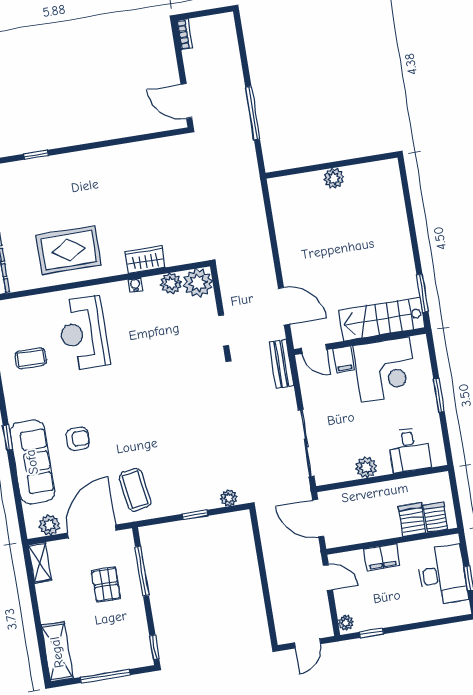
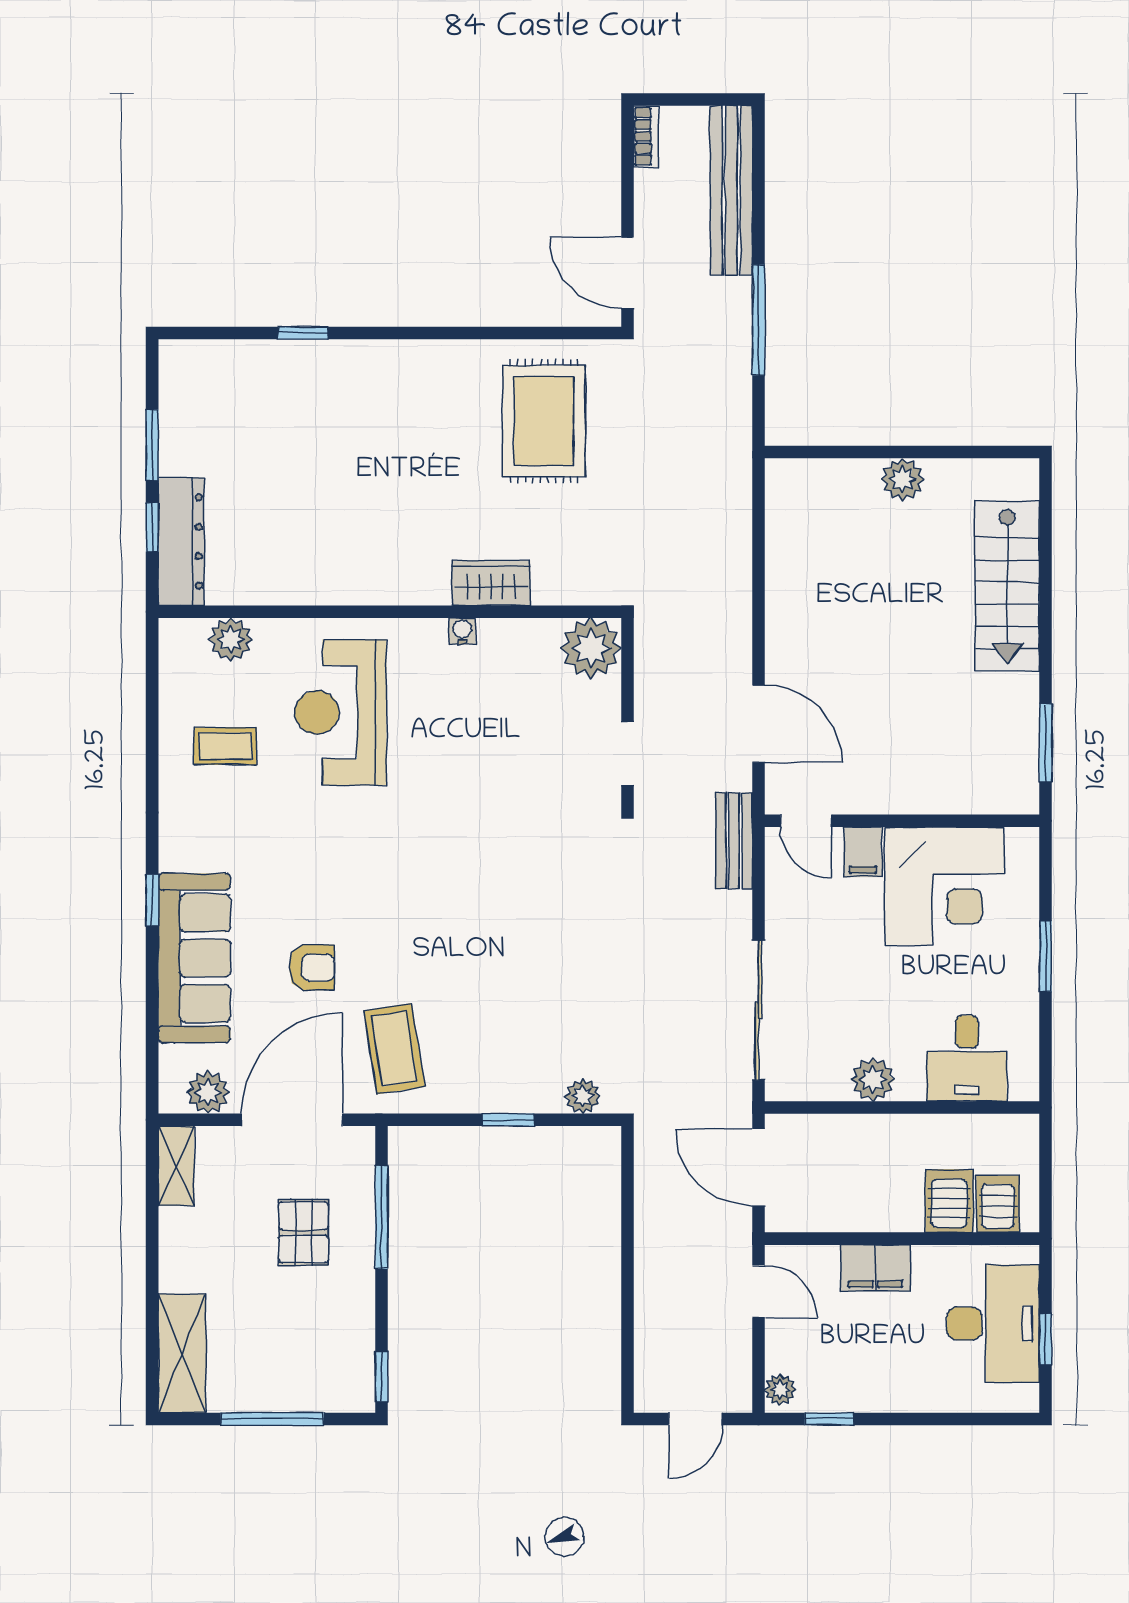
bench: (230, 54) -> (731, 191), added
rug: (69, 250) -> (544, 421), moved, turned 90
plant: (171, 283) -> (231, 640), moved
stairs: (382, 319) -> (1007, 586), moved, turned -90
armchair: (78, 439) -> (312, 968), moved

